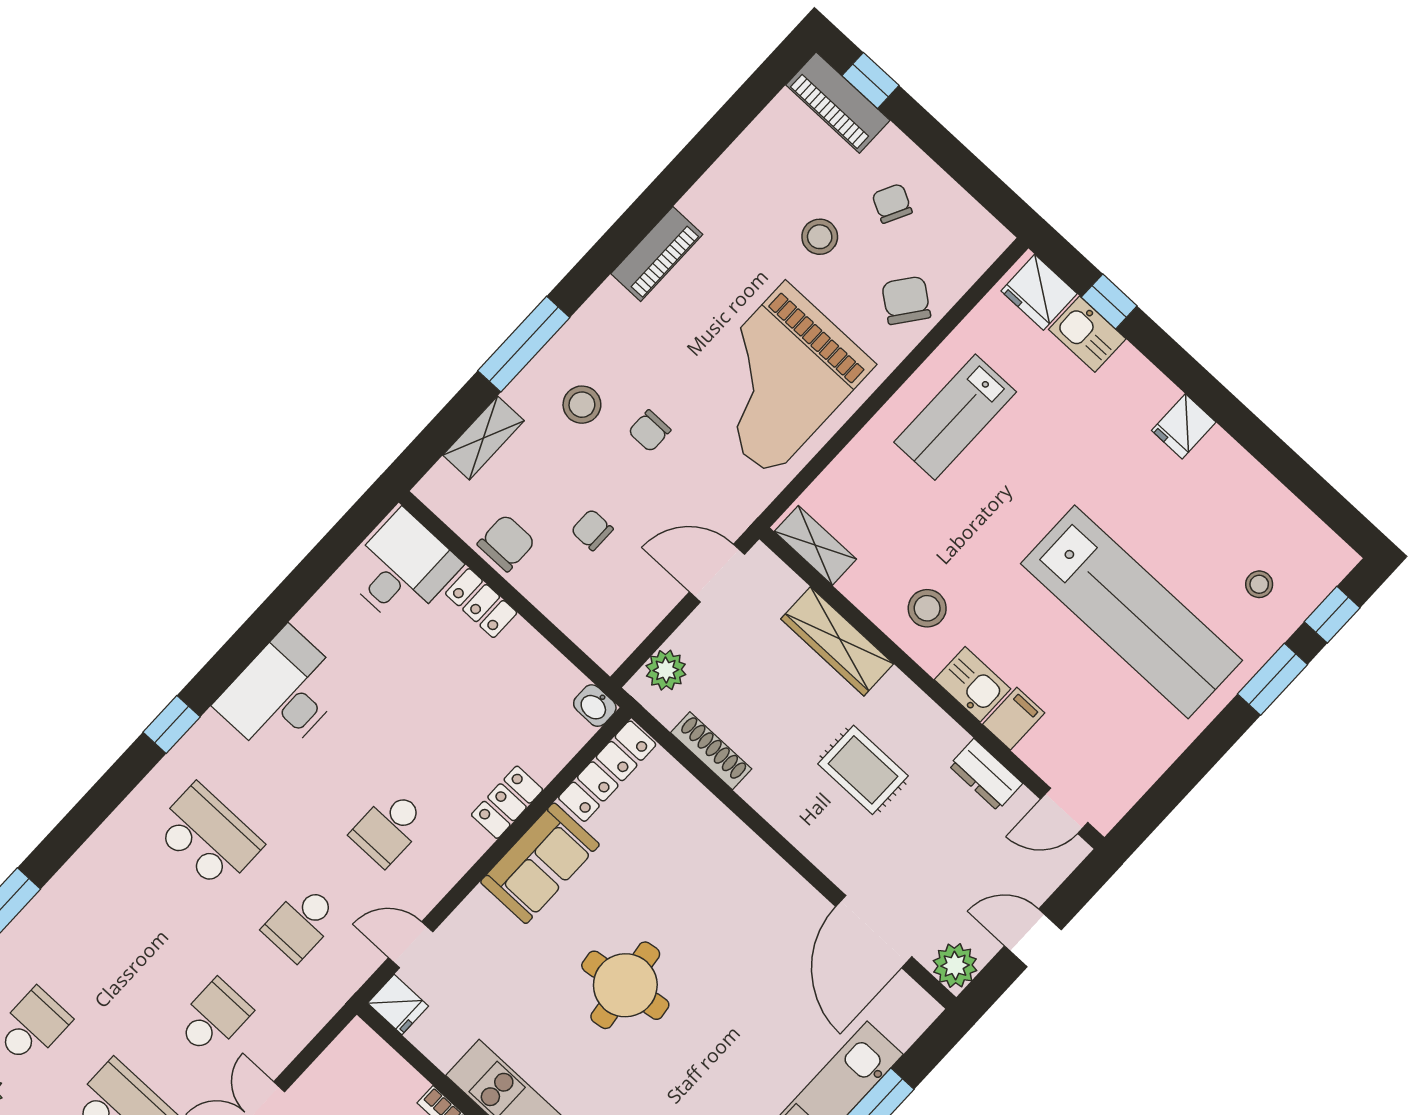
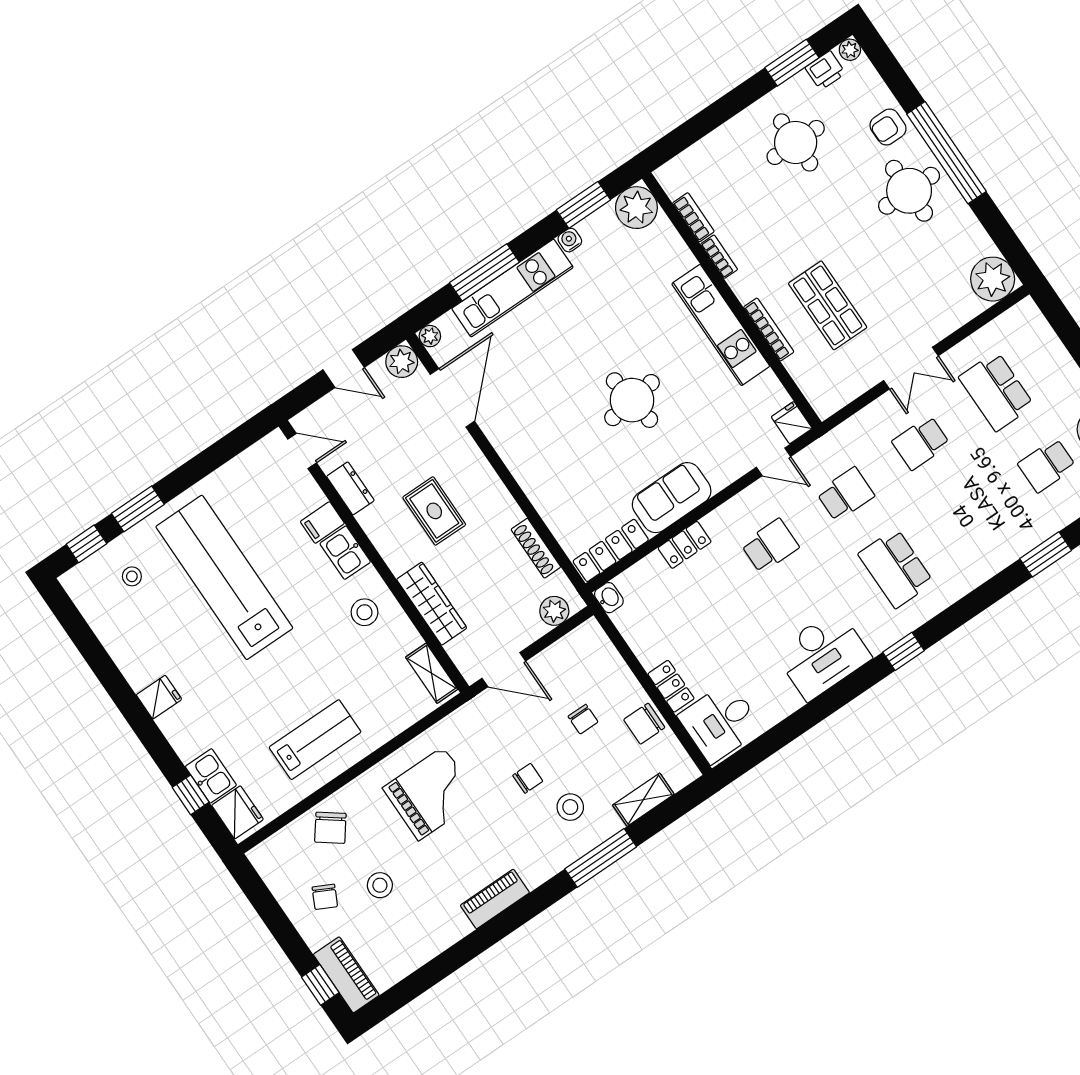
grand piano: (778, 379) -> (431, 794), width x0.73, depth x0.68
plant: (924, 1010) -> (430, 336), added

